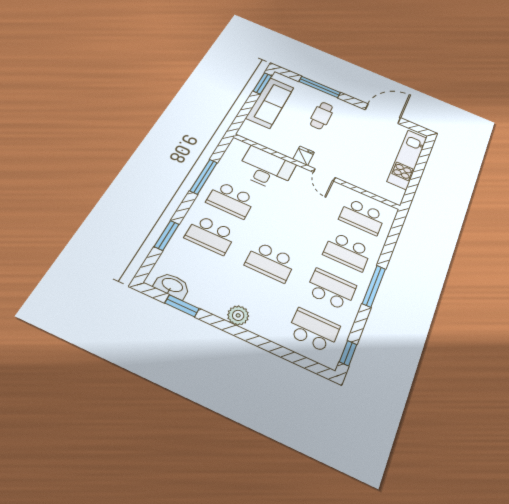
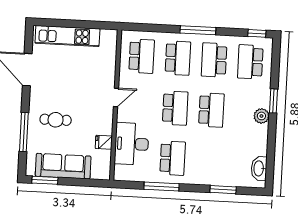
fridge: (304, 156) -> (104, 142), moved
school desk: (211, 235) -> (175, 108), moved
window: (182, 306) -> (273, 101), moved

